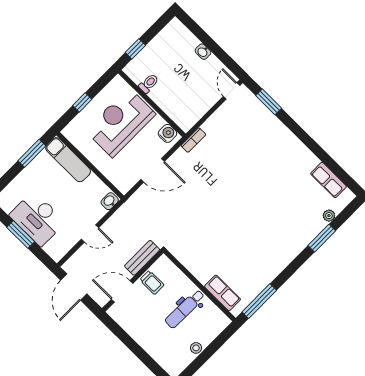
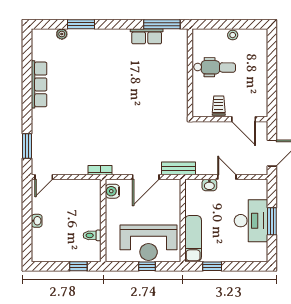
reception desk: (120, 122) -> (149, 243), moved
window: (32, 153) -> (212, 266), width x0.67
door: (153, 170) -> (146, 177), swing flipped
row of seats: (329, 180) -> (39, 84), moved, width x1.48
washbasin: (110, 201) -> (209, 185), moved
bench: (142, 258) -> (178, 168), moved
row of seats: (222, 293) -> (147, 36), moved, turned -90

